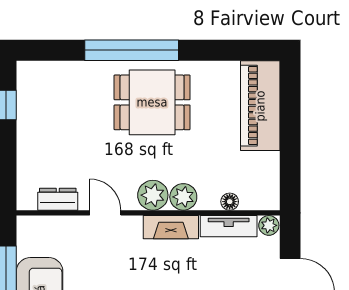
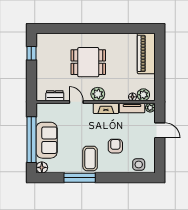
window: (132, 50) -> (88, 28), removed
dining table: (152, 102) -> (88, 62), moved
plant: (183, 197) -> (143, 95), moved

